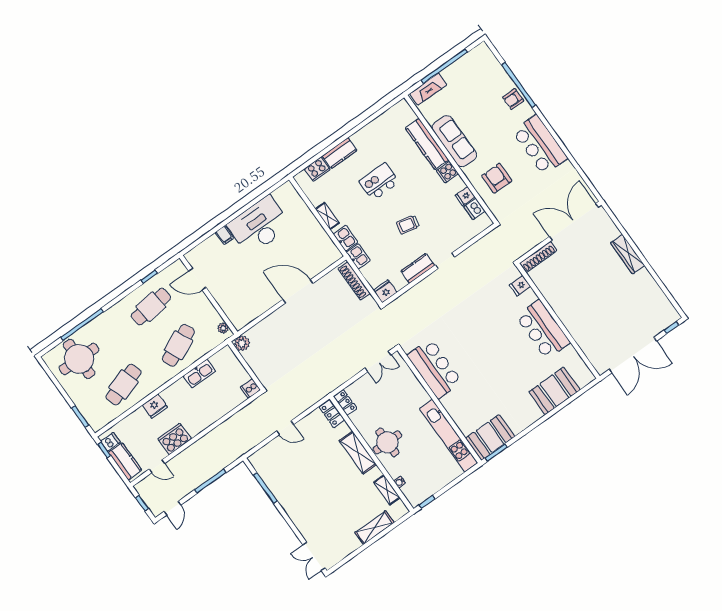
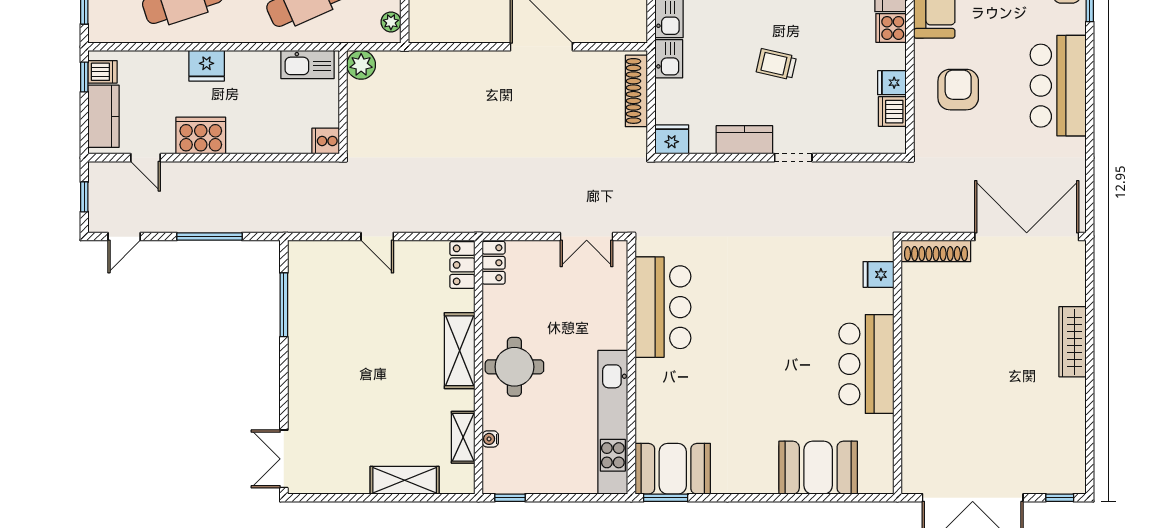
plant: (242, 343) -> (361, 65), moved
wall: (246, 366) -> (343, 102), moved
cooker: (250, 388) -> (326, 141), moved

